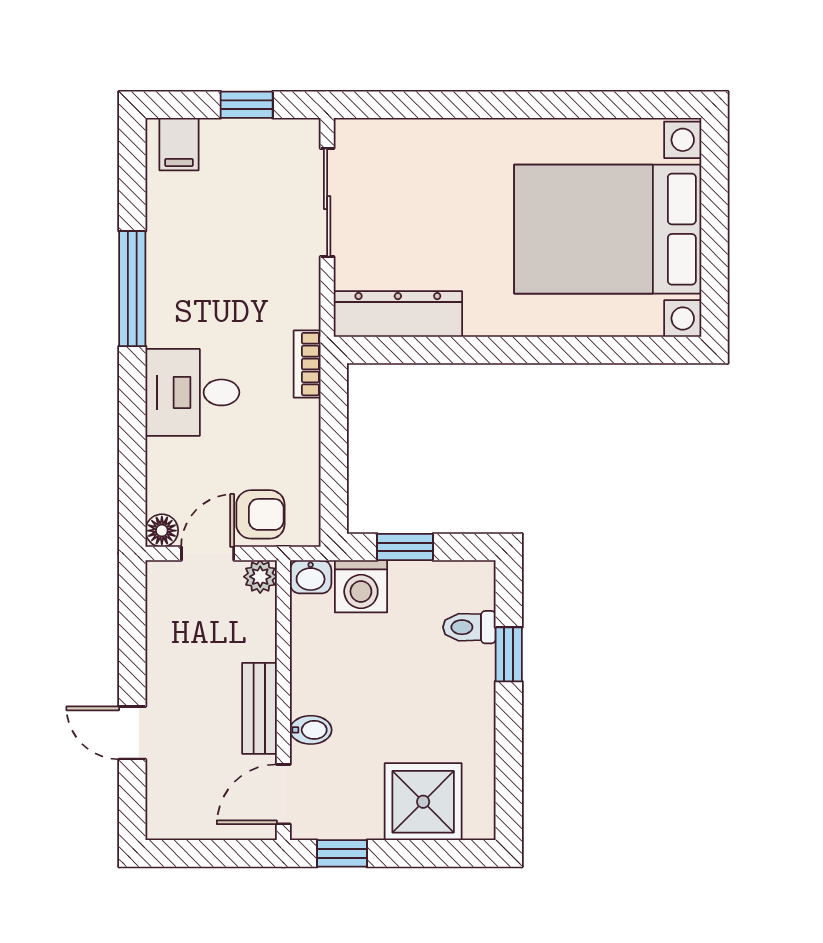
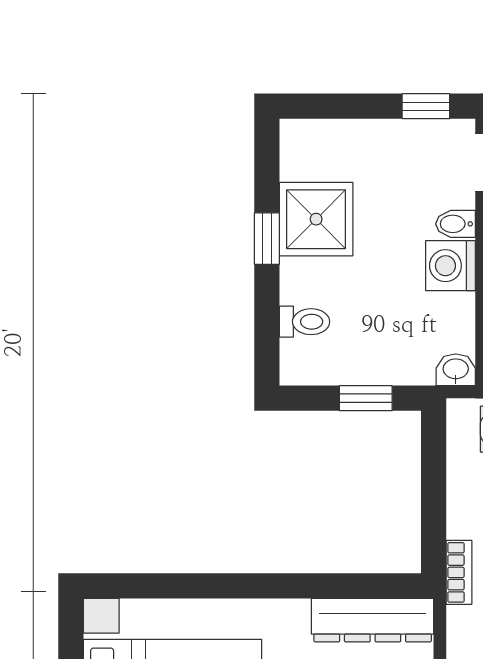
washing machine: (361, 586) -> (450, 266), moved, turned -90
window: (509, 654) -> (267, 239), moved
shower: (423, 802) -> (316, 219), moved

